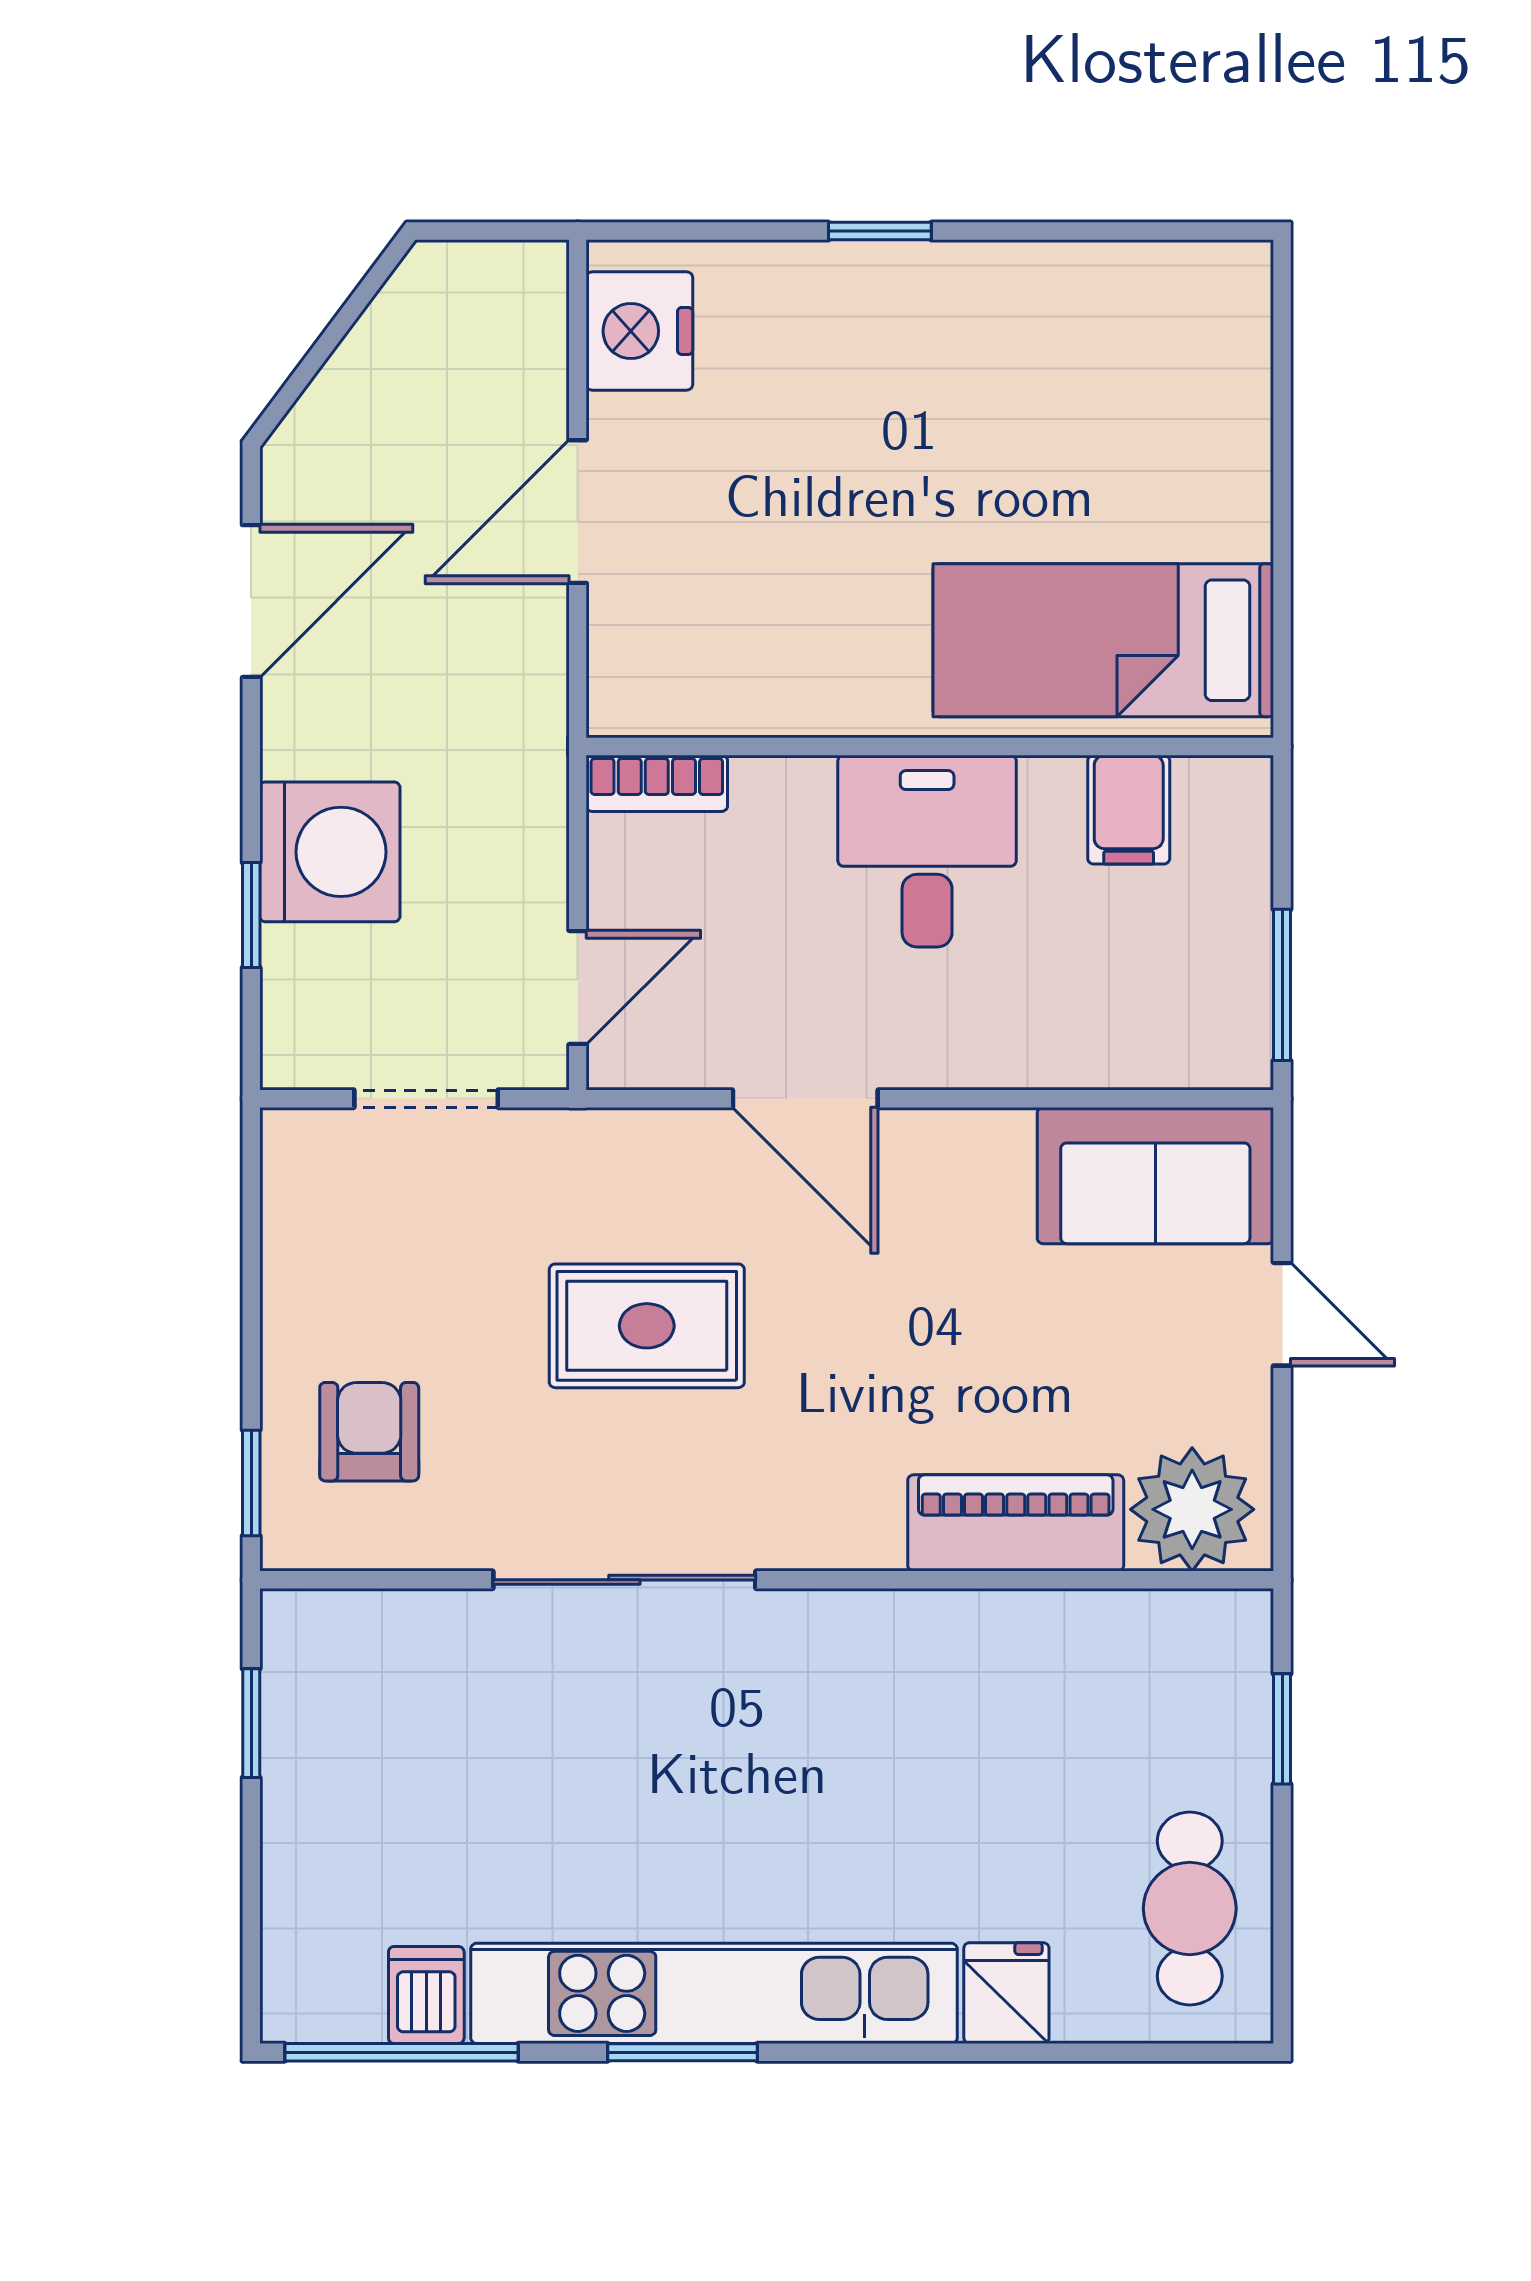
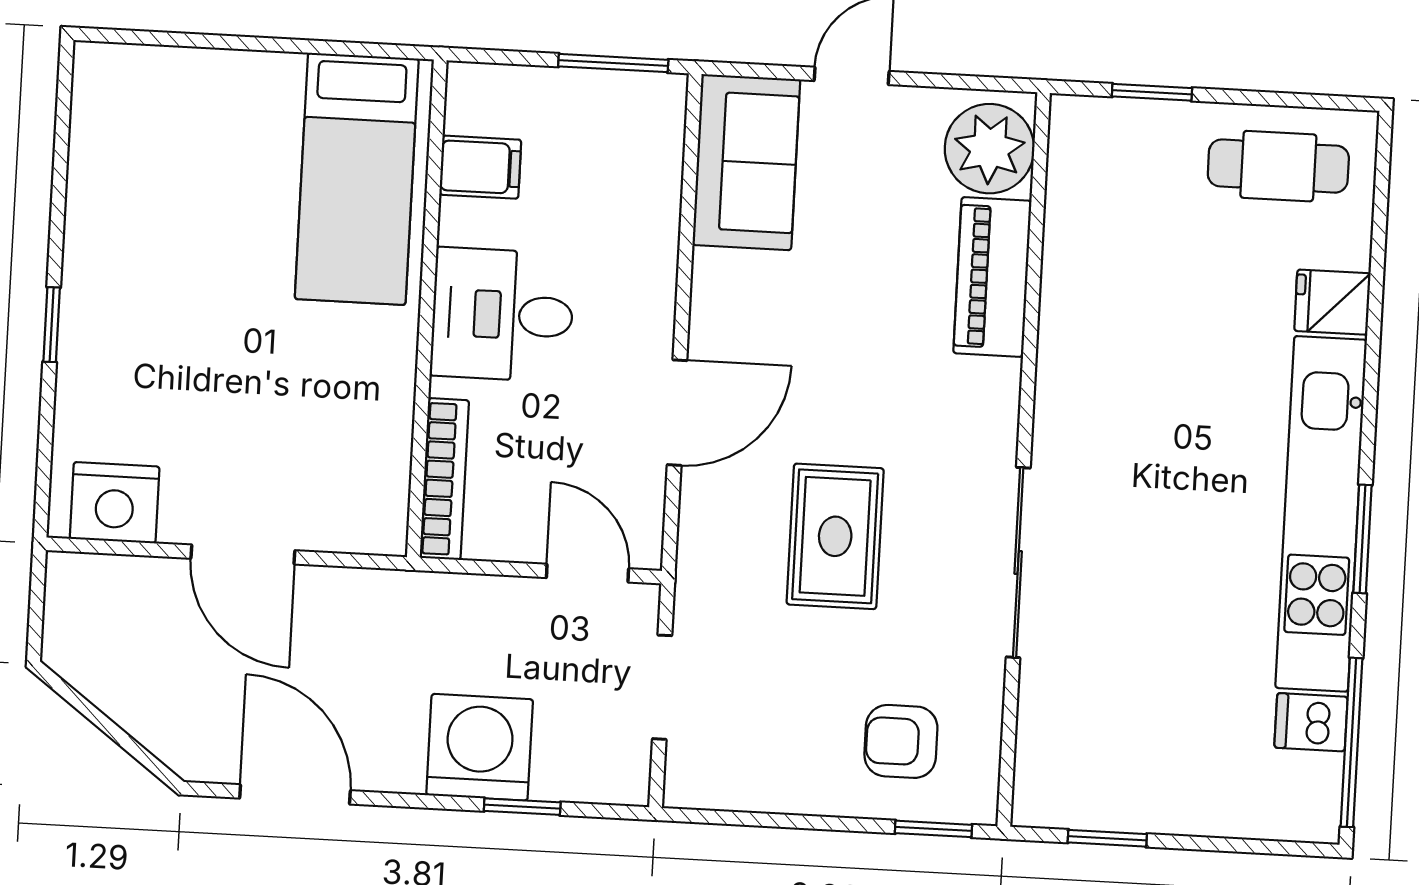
bookcase: (657, 783) -> (444, 479), width x1.56

